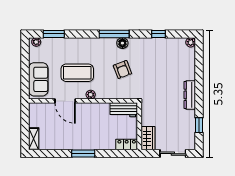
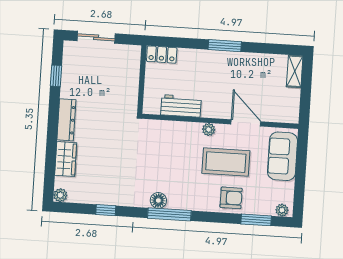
armchair: (122, 70) -> (231, 198), moved, turned 111
workbench: (124, 110) -> (181, 106), moved
wardrobe: (148, 138) -> (66, 159), moved, turned 180

